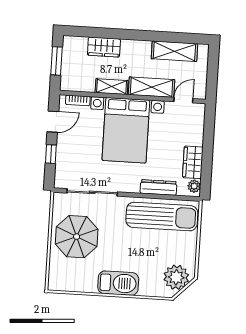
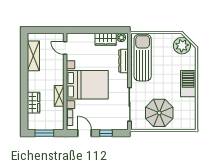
shelving: (151, 87) -> (58, 70), removed

